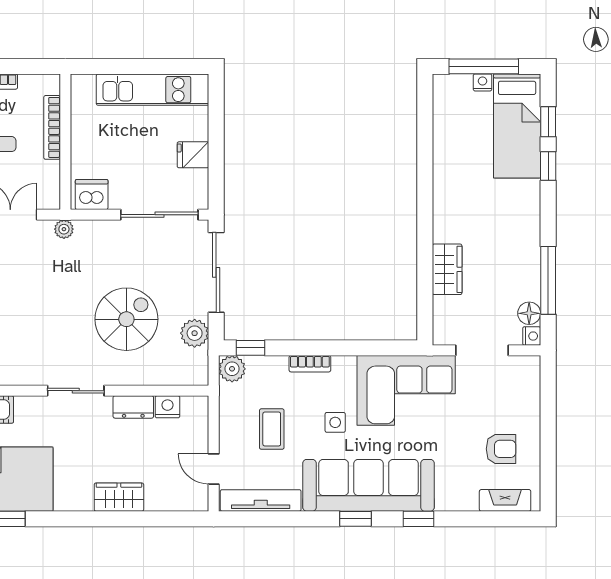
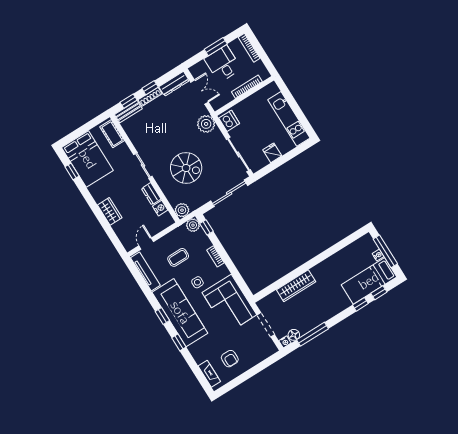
plant: (64, 229) -> (206, 124), width x1.88, depth x1.88
wardrobe: (447, 269) -> (296, 286), width x1.50
plant: (195, 333) -> (182, 210), moved

